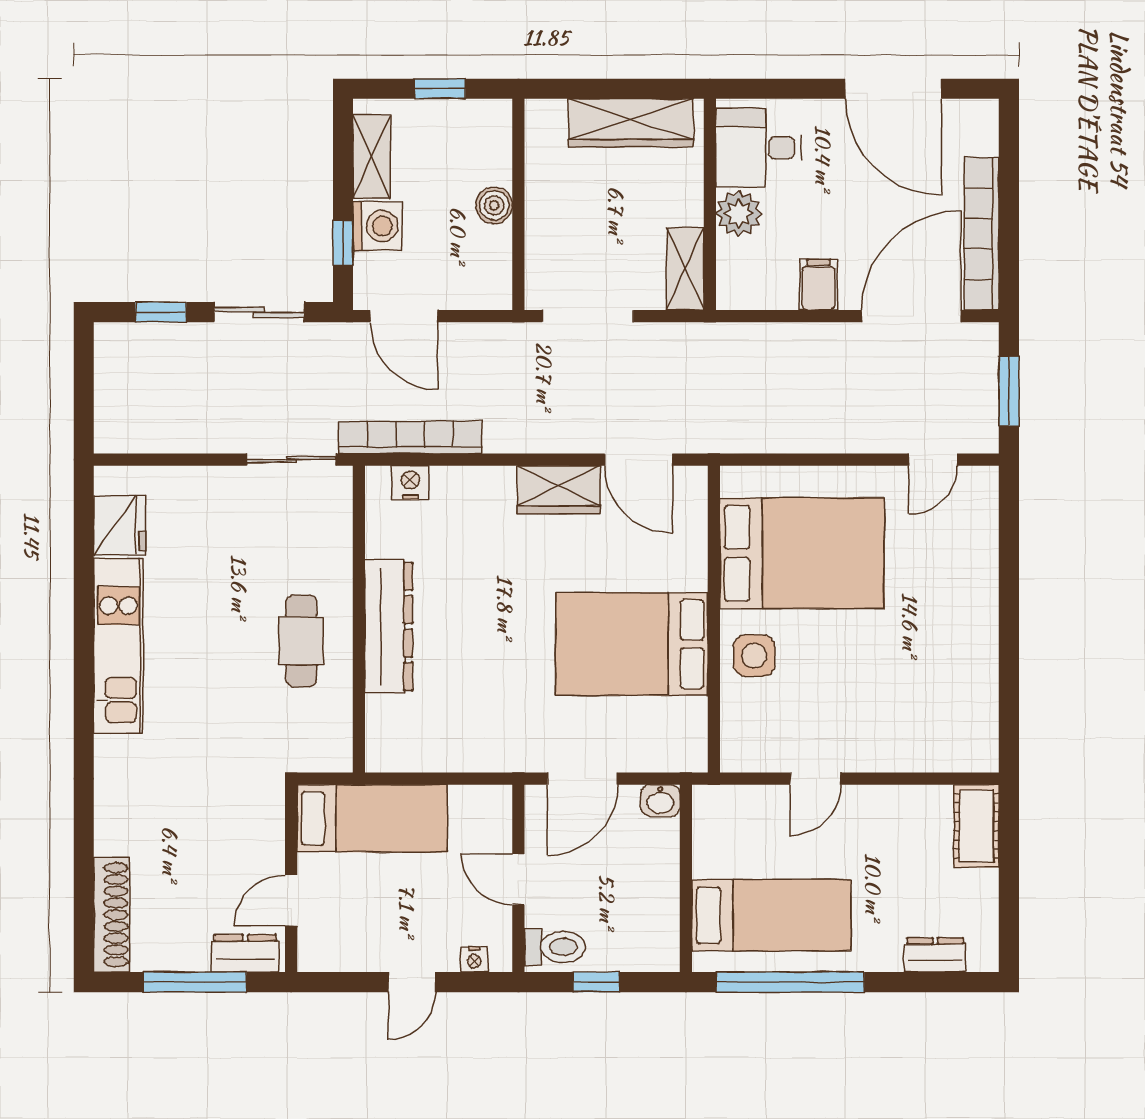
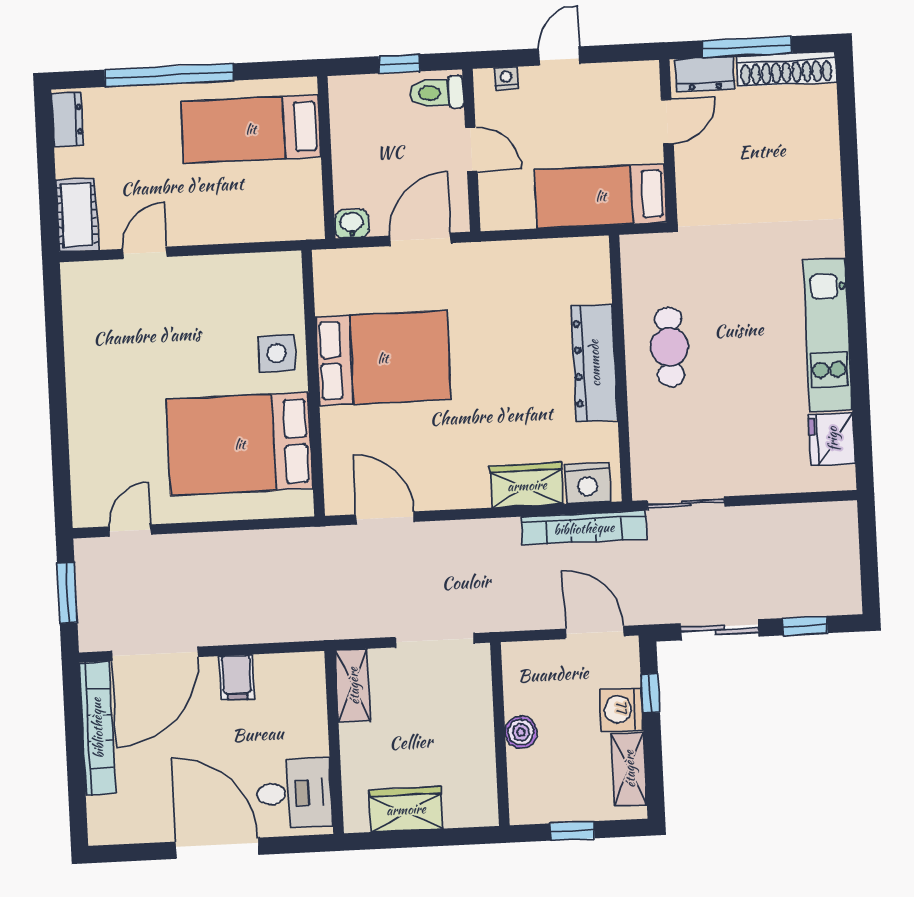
door: (893, 89) -> (217, 848), moved
wardrobe: (631, 123) -> (406, 809), width x0.67
plant: (739, 214) -> (309, 735), removed
nightstand: (410, 483) -> (587, 483), width x1.36, depth x1.33
wardrobe: (559, 490) -> (527, 485), moved
door: (815, 779) -> (145, 253), moved
shoe rack: (111, 915) -> (786, 69), moved, turned -90
dresser: (935, 955) -> (68, 120), moved, turned -90
window: (790, 982) -> (169, 75), moved

